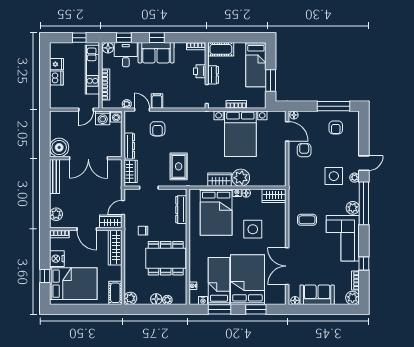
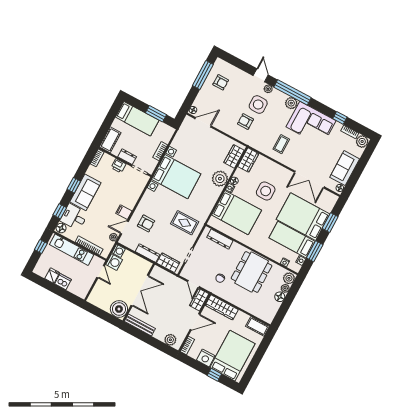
bed with nightstands: (240, 134) -> (176, 177), moved
armchair: (304, 150) -> (245, 122), moved
wardrobe: (219, 180) -> (234, 156), moved
plant: (130, 298) -> (289, 278), moved

